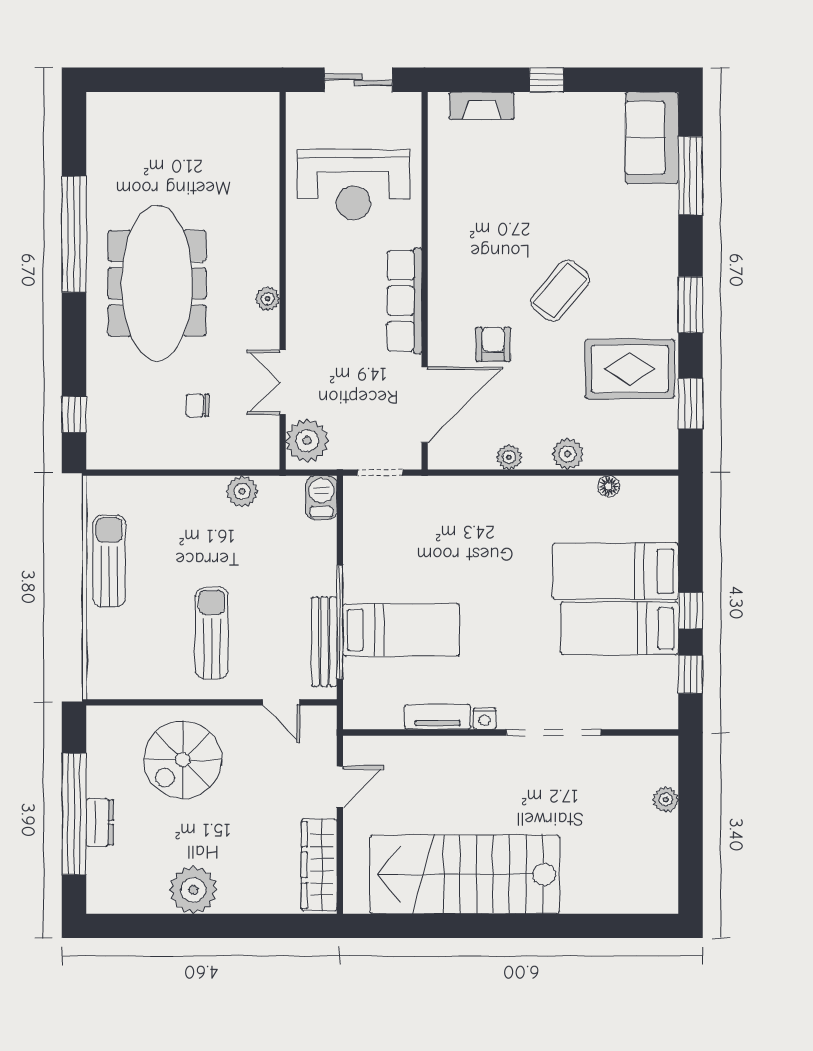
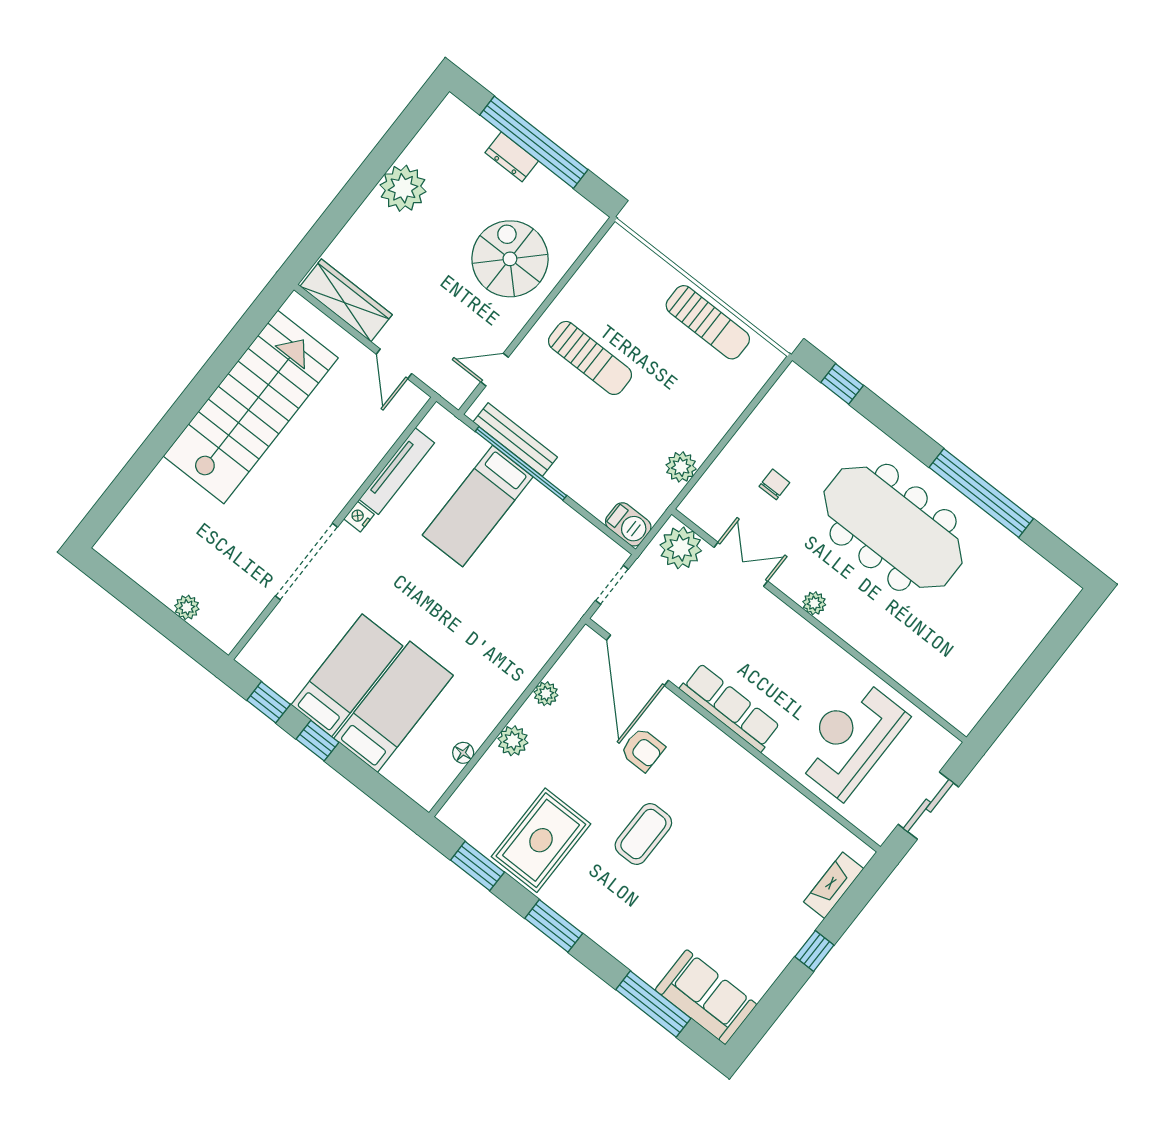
coffee table: (560, 291) -> (643, 834), turned 50
tv unit: (438, 717) -> (397, 471), width x1.41

